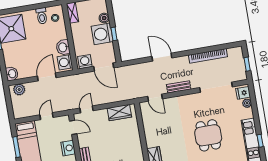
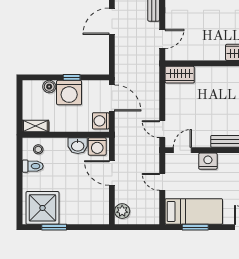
door: (104, 67) -> (112, 98), hinge flipped
washbasin: (12, 74) -> (100, 217), removed
wardrobe: (119, 112) -> (180, 75), moved, turned 90

